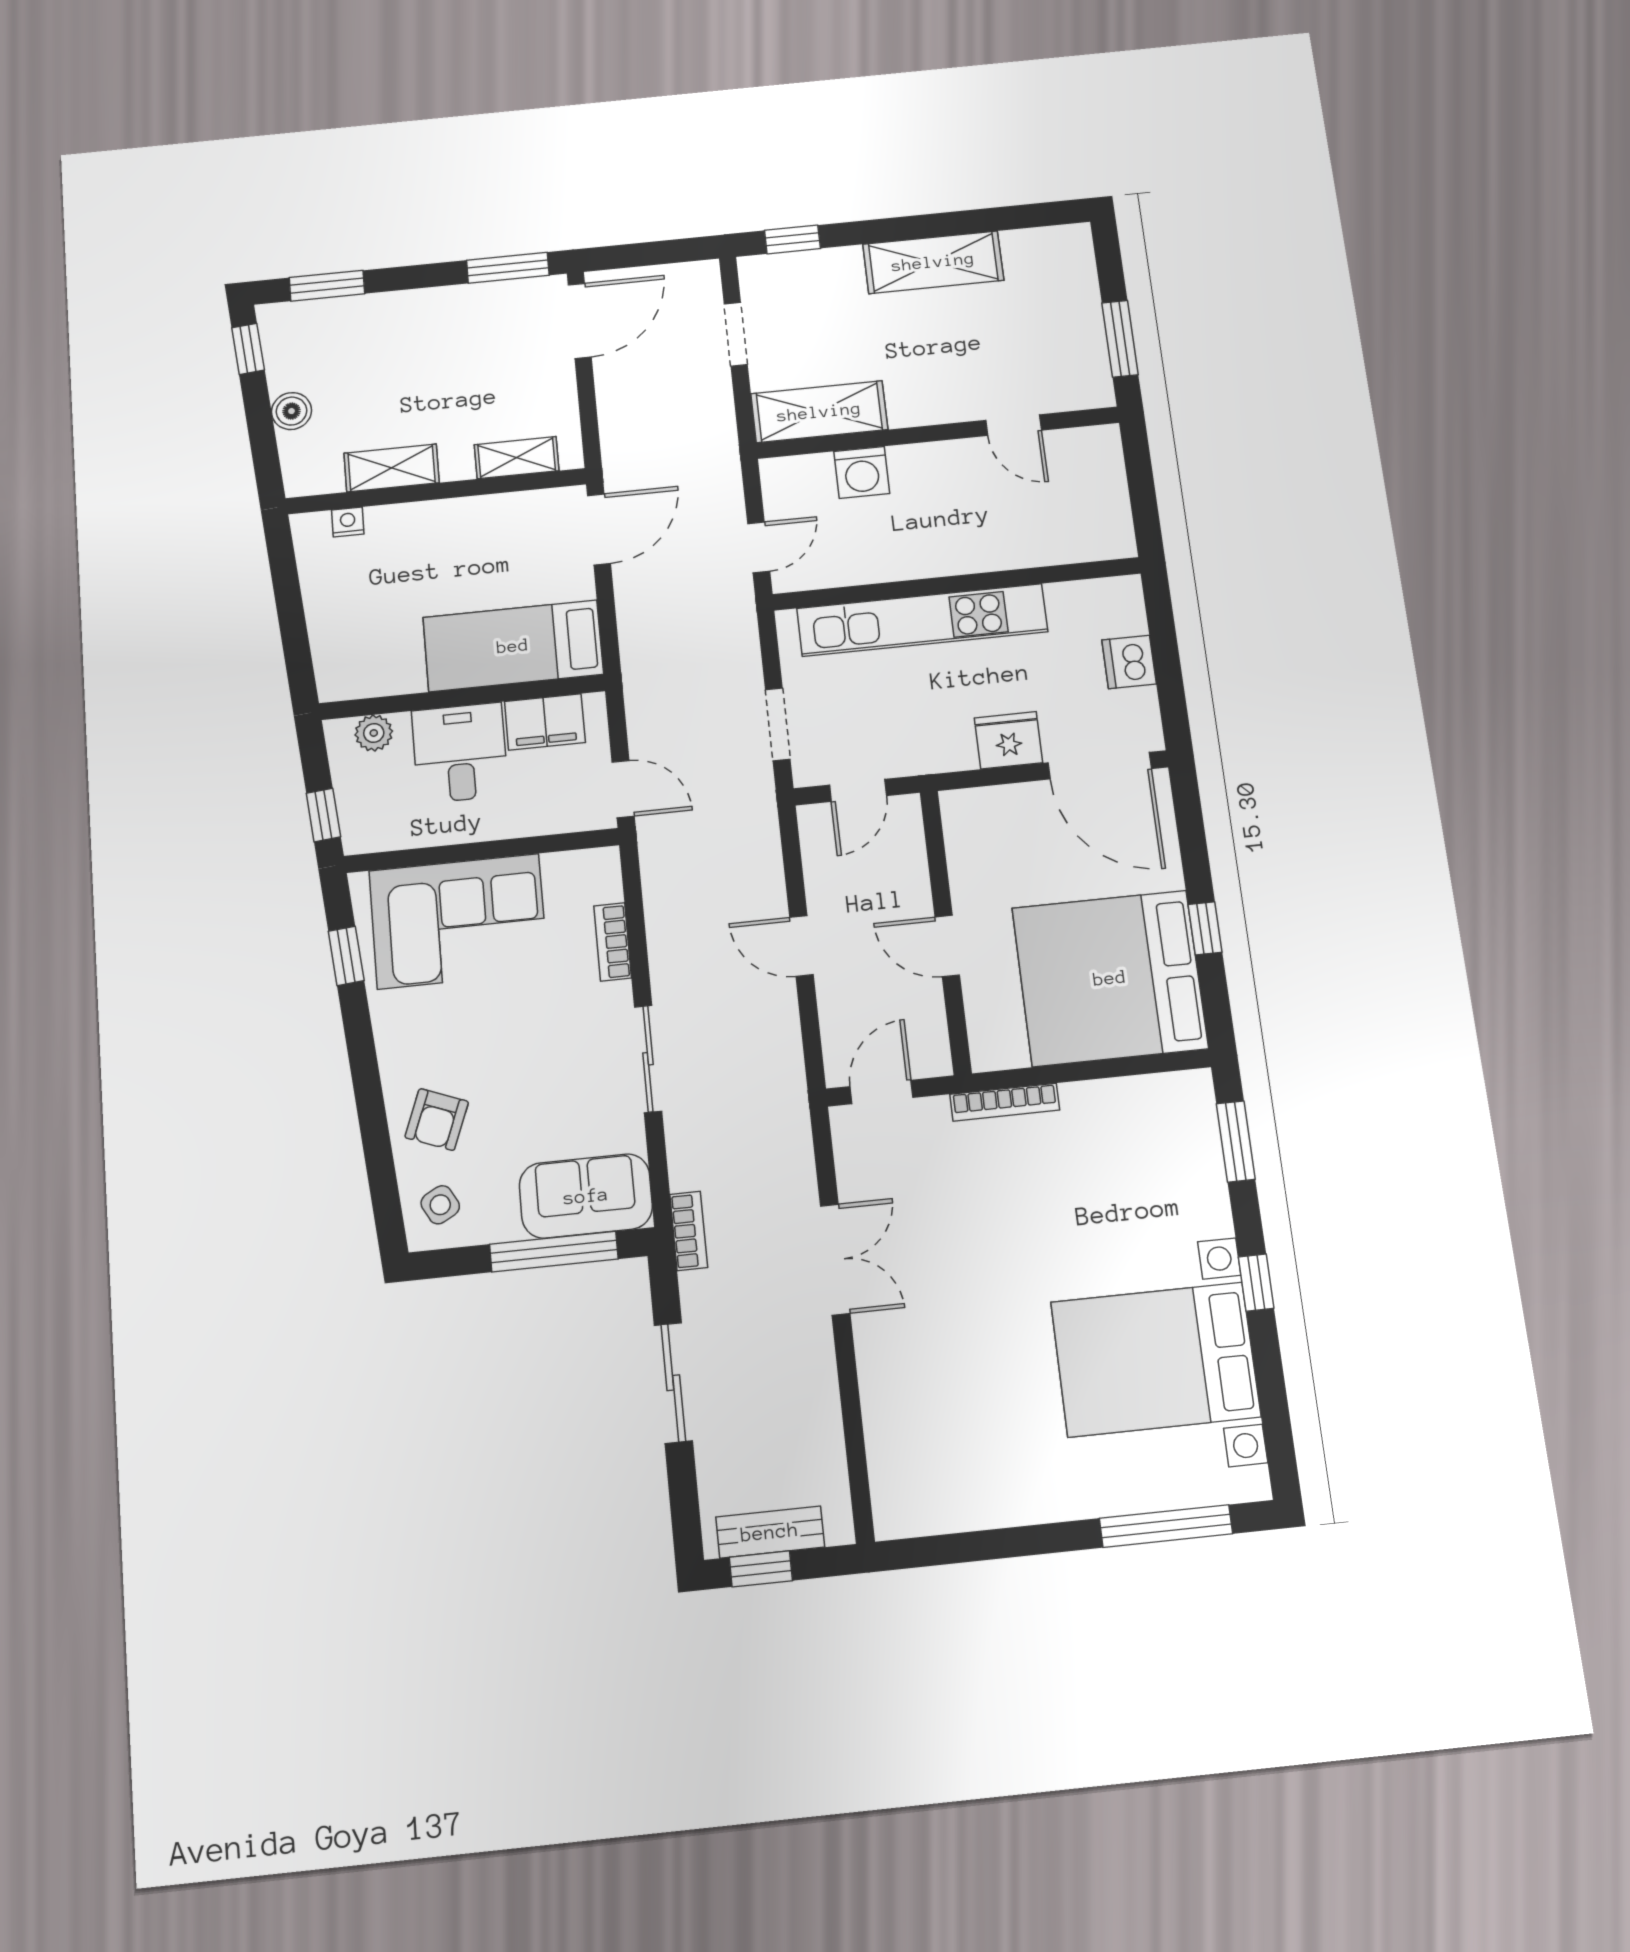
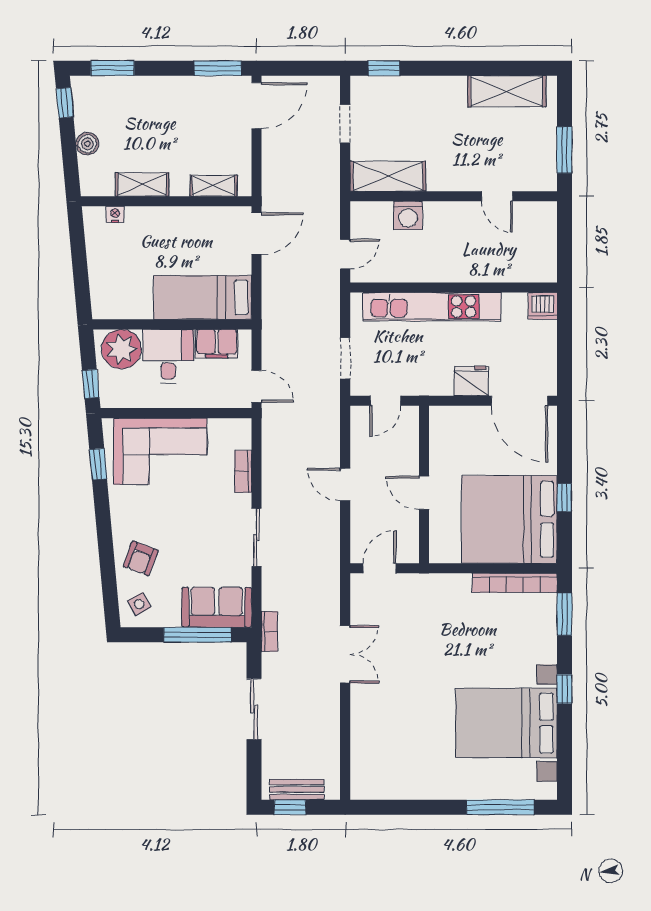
shelving: (933, 262) -> (507, 91), moved
dishwasher: (1129, 662) -> (543, 306), moved, turned -90
plant: (374, 733) -> (121, 349), width x1.87, depth x1.87
bookcase: (1005, 1102) -> (515, 583), moved, width x1.48, depth x1.31

